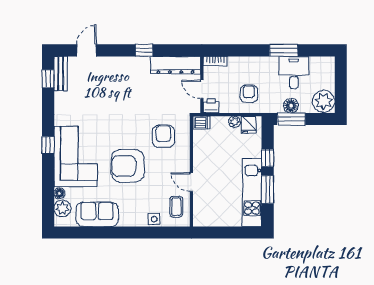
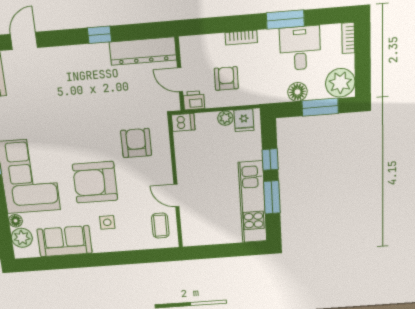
bookcase: (215, 61) -> (241, 38), moved
bookcase: (330, 68) -> (348, 38), added
armchair: (249, 94) -> (226, 78), moved
window: (291, 119) -> (320, 107), moved
side table: (154, 219) -> (107, 222), moved

